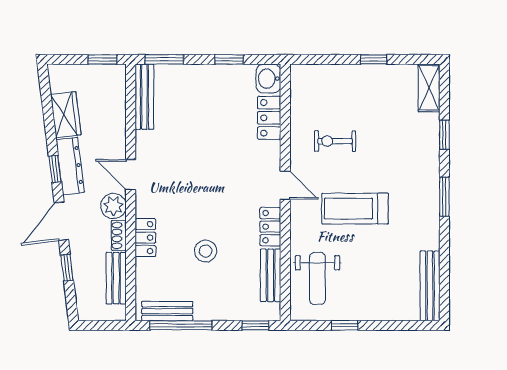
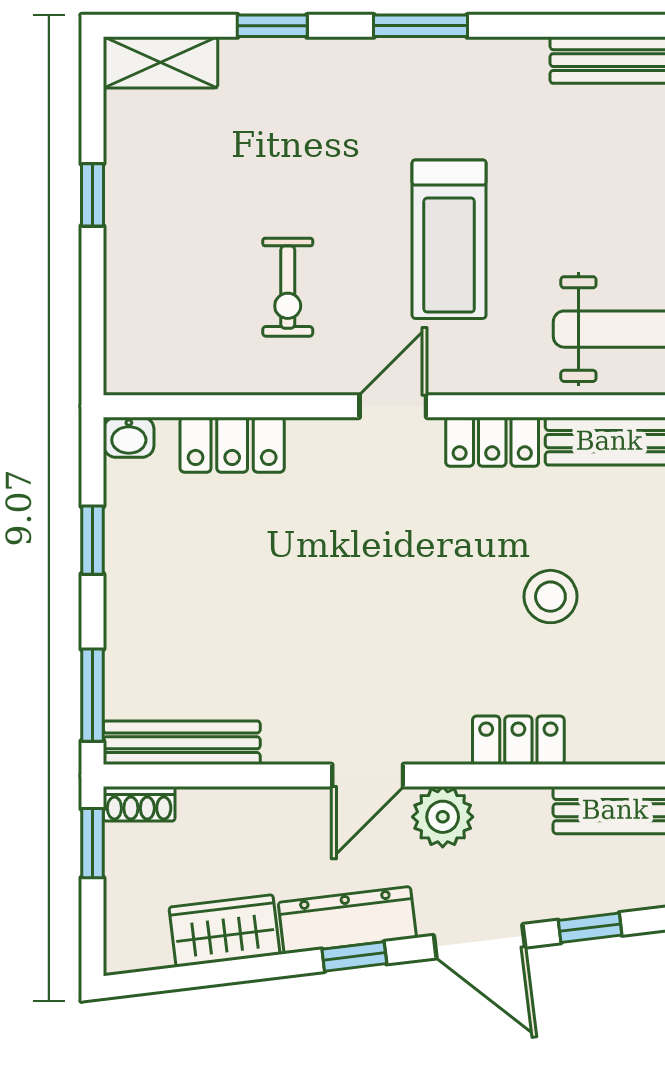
washbasin: (268, 79) -> (129, 437), width x0.72, depth x0.69
shoe rack: (119, 235) -> (139, 804), moved

